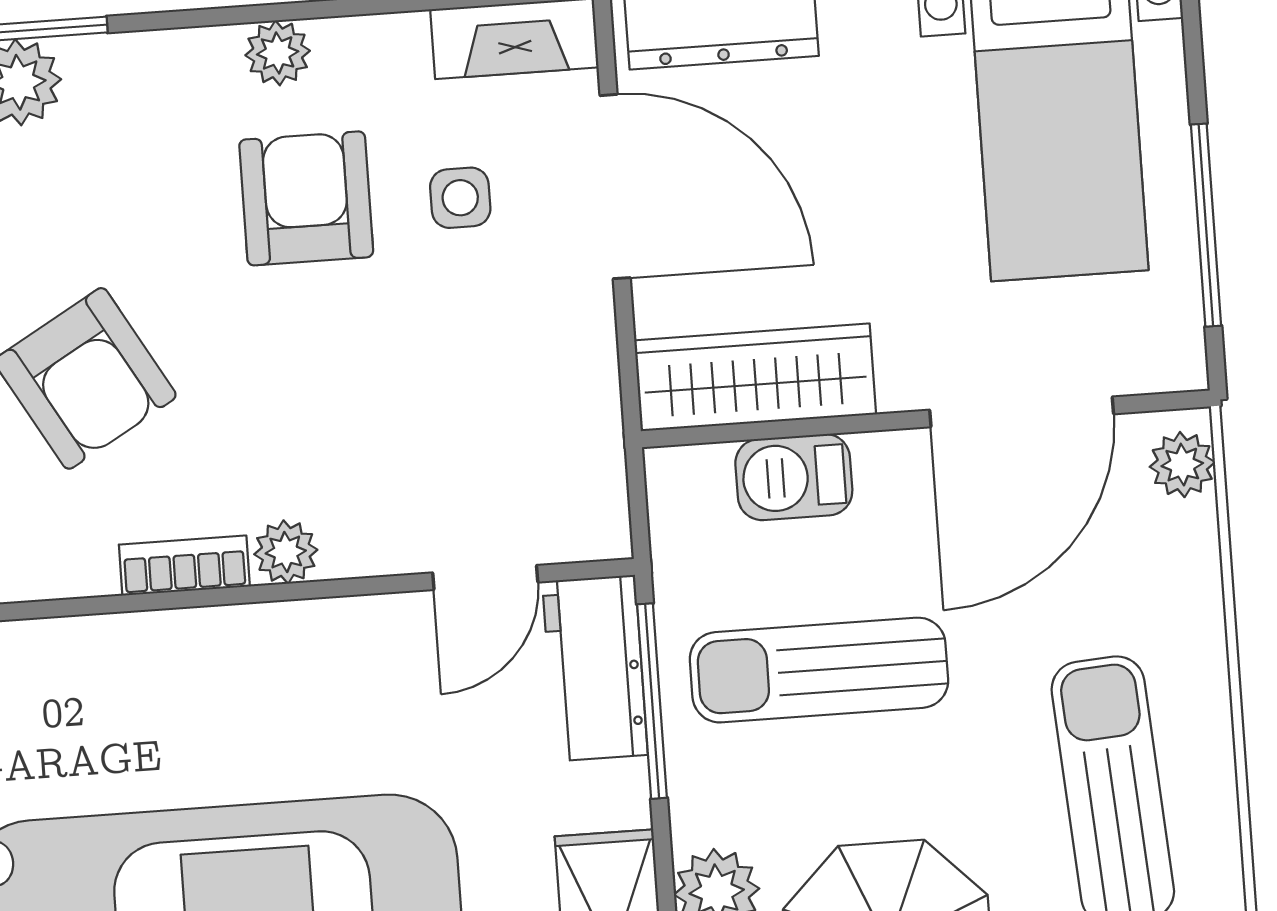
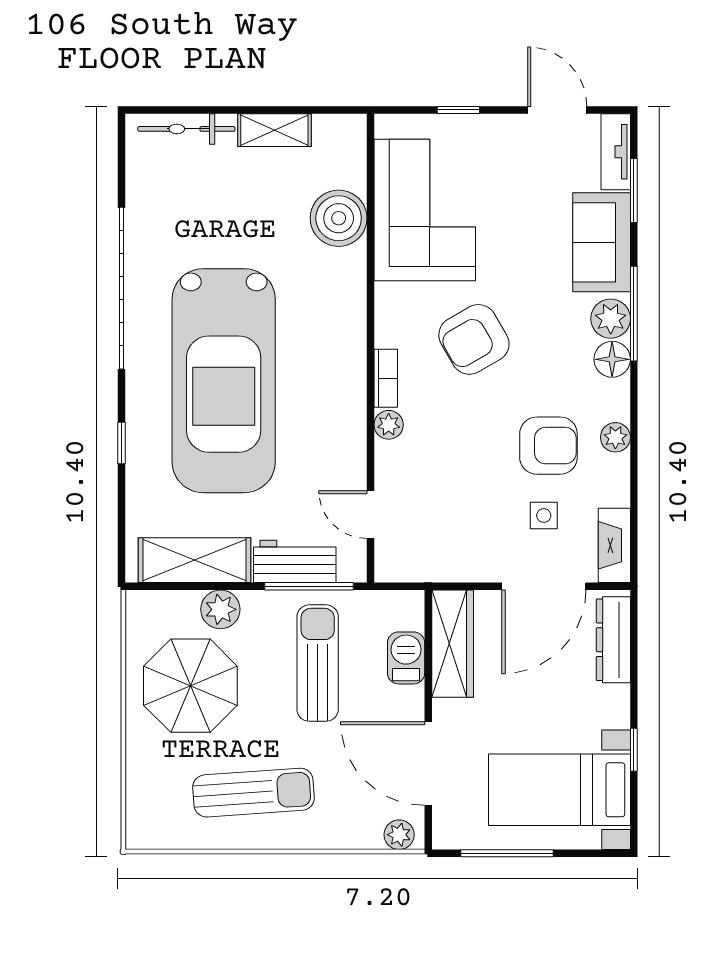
floor lamp: (107, 72) -> (612, 359), added
workbench: (595, 668) -> (295, 561), moved

